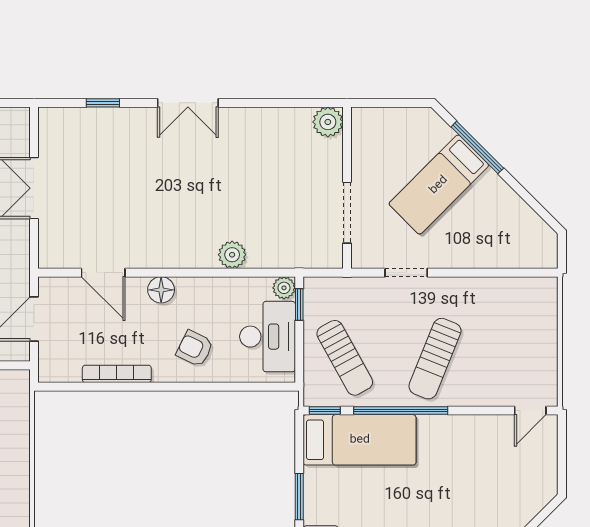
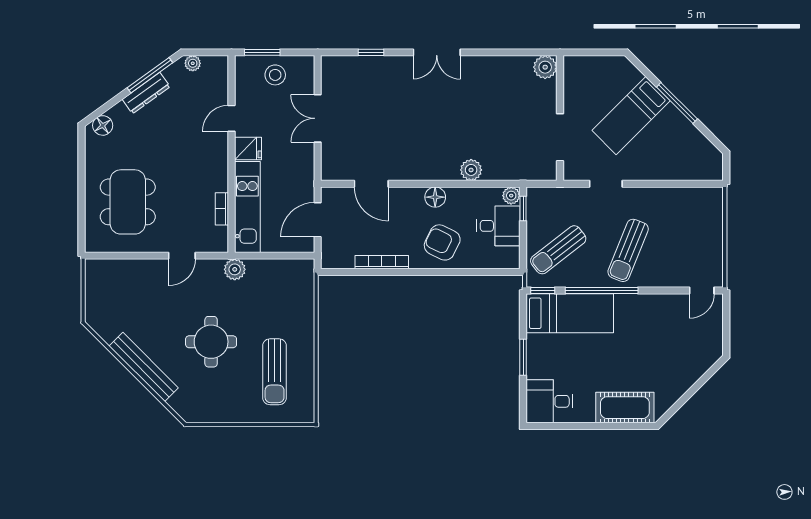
window: (477, 147) -> (677, 103), moved
floor lamp: (161, 290) -> (435, 197), moved
desk: (267, 337) -> (498, 226), width x0.73
armchair: (195, 348) -> (442, 242), width x1.38, depth x1.38
sun lounger: (345, 358) -> (558, 250), turned 81

